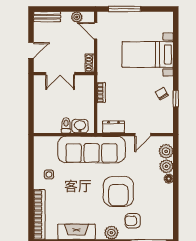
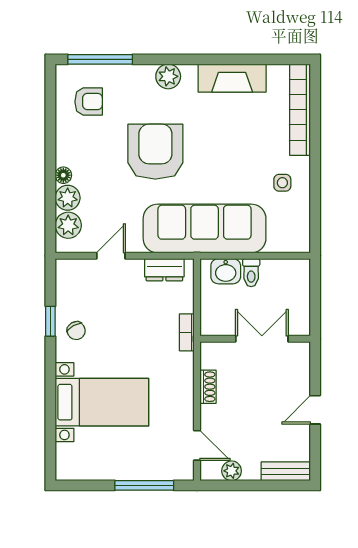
double door: (60, 74) -> (262, 339), moved
wall: (64, 74) -> (255, 339), moved
armchair: (133, 221) -> (89, 102), moved

